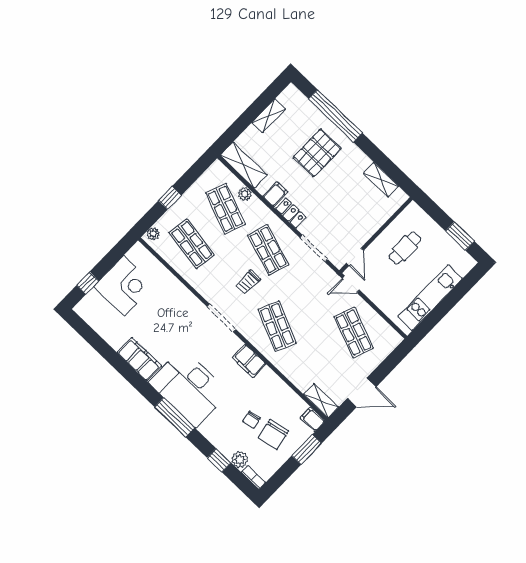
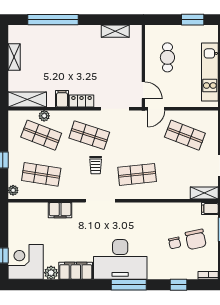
pallet: (317, 153) -> (63, 51), removed
corner desk: (124, 286) -> (26, 262), moved, turned -90
shop shelf: (277, 326) -> (137, 174), turned -30
filing cabinet: (249, 361) -> (60, 210), moved
plant: (240, 460) -> (51, 273), moved

